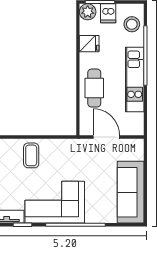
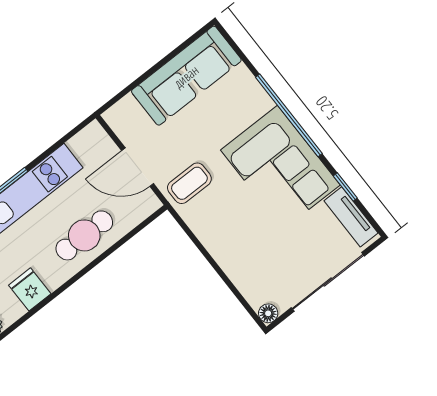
door: (106, 137) -> (138, 167), hinge flipped
coffee table: (31, 155) -> (189, 183), moved

